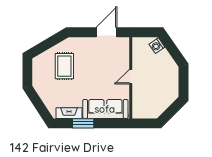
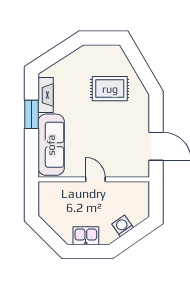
washing machine: (157, 46) -> (123, 226), moved
kitchen sink: (172, 84) -> (86, 236), added

